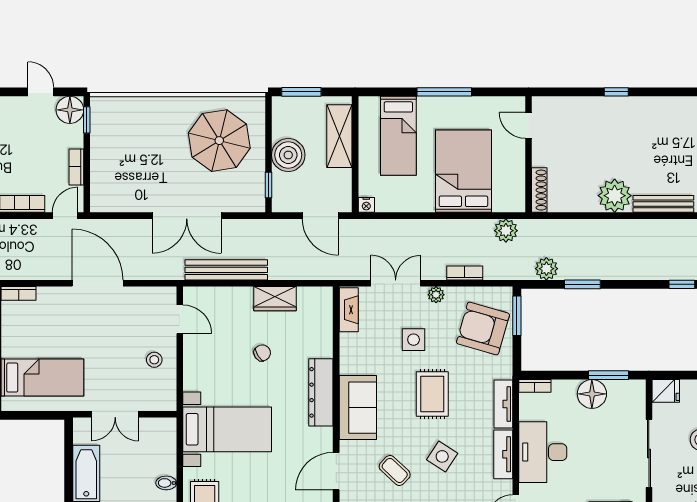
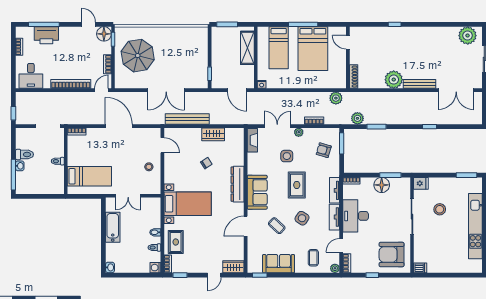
parasol: (219, 141) -> (138, 56), moved
boiler: (288, 155) -> (220, 58), removed
bed: (463, 171) -> (313, 49), moved, turned 180
armchair: (483, 329) -> (324, 150), width x0.53, depth x0.53

